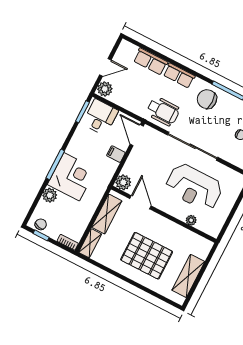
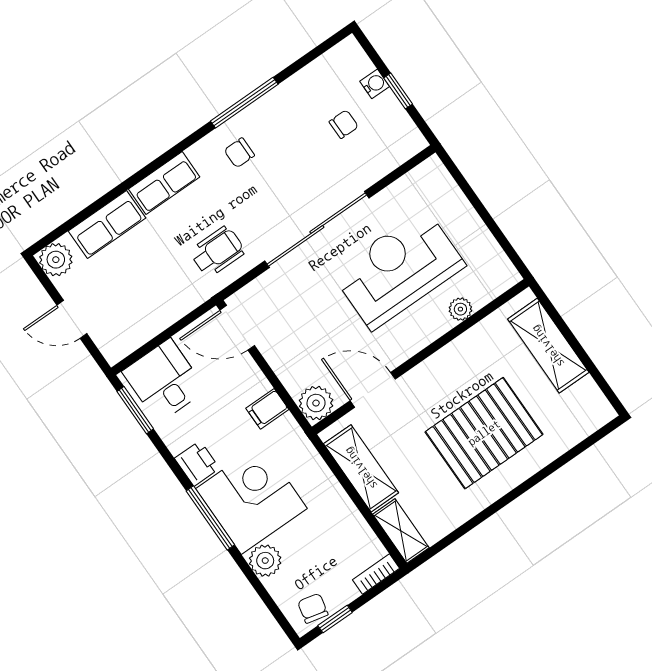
door: (105, 67) -> (72, 319), swing flipped
plant: (105, 89) -> (56, 260), moved
chair: (207, 99) -> (239, 153), width x0.54, depth x0.54
wheelchair: (163, 111) -> (217, 251), width x0.73, depth x0.73
printer: (74, 148) -> (197, 463), added
filing cabinet: (116, 154) -> (267, 409), moved
reception desk: (194, 187) -> (398, 269), turned 180
shelving: (188, 276) -> (548, 346), moved

